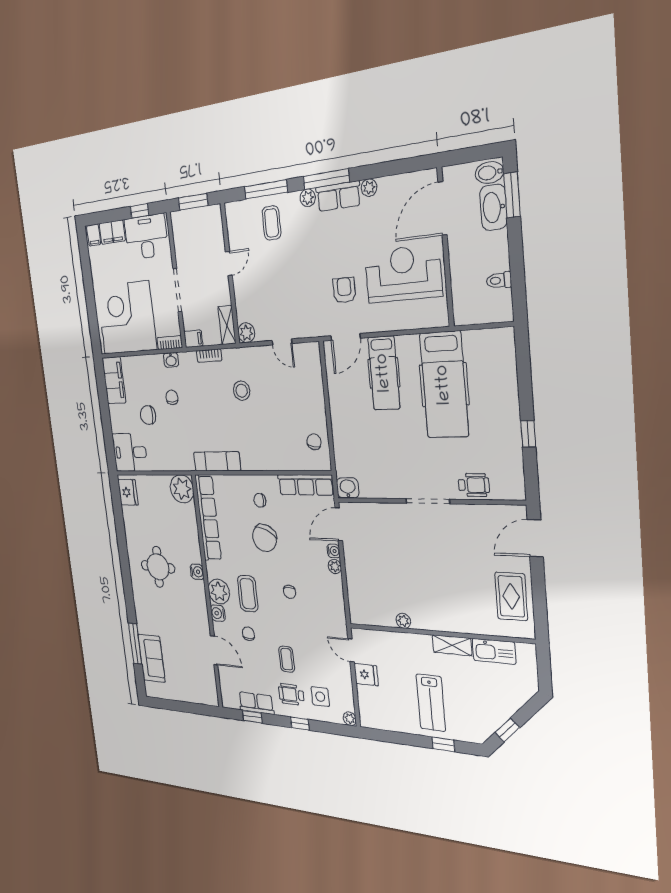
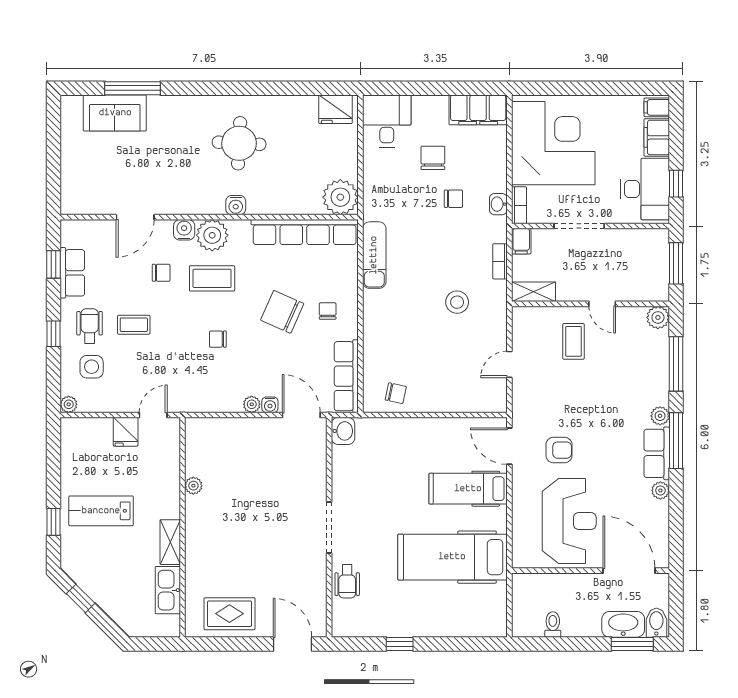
coffee table: (272, 223) -> (574, 341), moved, turned 90
plant: (246, 333) -> (658, 317), moved

